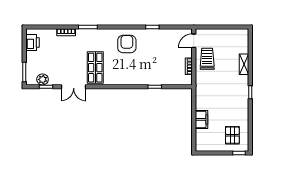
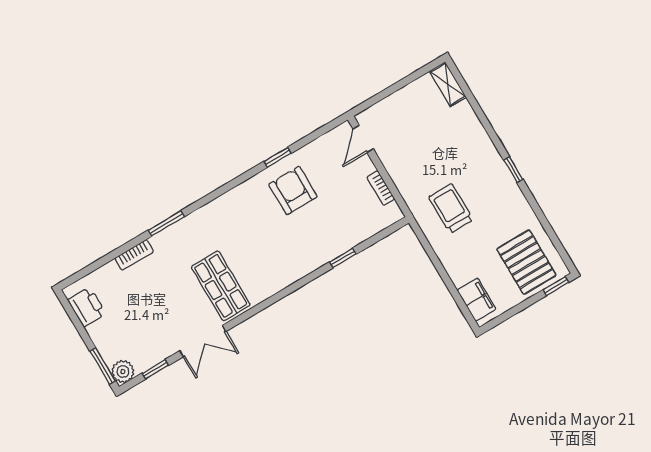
armchair: (127, 44) -> (293, 190), moved
trolley: (207, 59) -> (451, 208), moved
shelving: (244, 64) -> (448, 84), moved
plant: (43, 79) -> (123, 372), moved
filing cabinet: (201, 119) -> (477, 300), moved
pallet: (232, 135) -> (526, 262), width x1.50, depth x1.42

